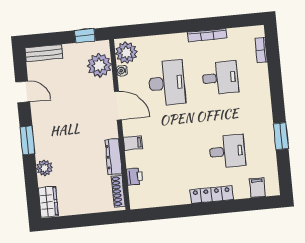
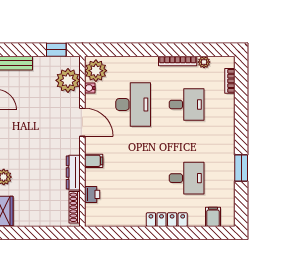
plant: (233, 34) -> (204, 62), added

